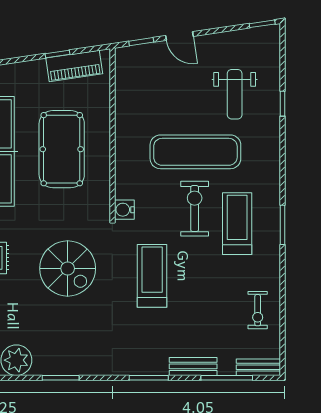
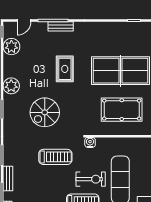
spiral stairs: (68, 268) -> (45, 112), moved

